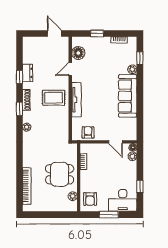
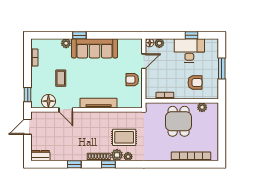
window: (97, 34) -> (28, 95), moved
window: (140, 58) -> (79, 35), moved
coffee table: (100, 64) -> (61, 78), added
dresser: (28, 73) -> (40, 156), moved
rug: (54, 98) -> (124, 137), moved, turned 90
plant: (28, 117) -> (117, 155), added
armchair: (88, 132) -> (132, 80), moved
armchair: (90, 199) -> (195, 83), moved
desk: (123, 200) -> (189, 50), moved, turned -90

